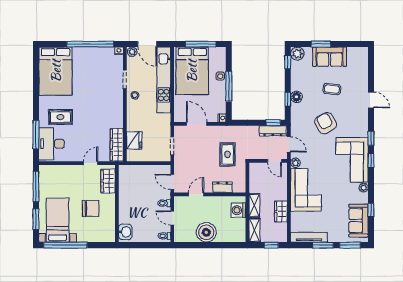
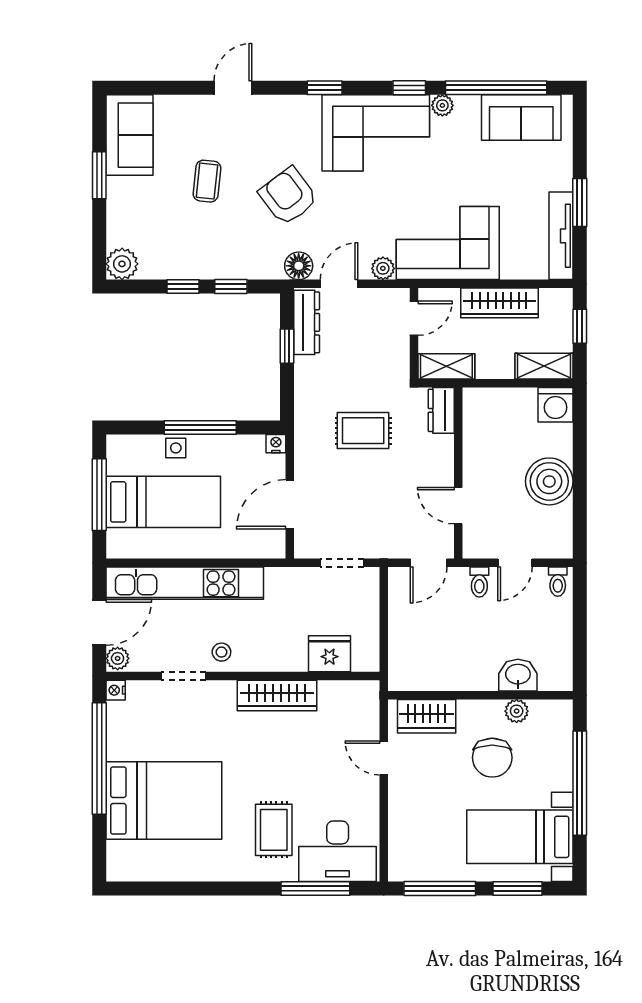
window: (321, 44) -> (99, 175), moved
sofa: (330, 57) -> (130, 135), moved
window: (288, 62) -> (183, 287), moved
bed: (56, 71) -> (164, 801), moved
bed: (192, 71) -> (163, 502), width x0.67
floor lamp: (296, 97) -> (299, 266), moved
window: (273, 123) -> (287, 346), moved
armchair: (326, 123) -> (288, 196), turned 82
wardrobe: (117, 145) -> (277, 695), moved
window: (371, 160) -> (409, 88), moved
wall: (268, 161) -> (414, 334), moved
door: (275, 161) -> (414, 318), moved
dresser: (222, 187) -> (441, 410), moved
shelving: (254, 205) -> (446, 366), moved
chair: (91, 208) -> (492, 758), turned 180
washing machine: (238, 210) -> (556, 405), moved
window: (371, 210) -> (496, 88), width x3.17
wardrobe: (281, 212) -> (499, 303), width x1.50
plant: (110, 219) -> (517, 711), added
washbasin: (125, 232) -> (518, 675), moved
window: (65, 245) -> (580, 783), moved
window: (350, 245) -> (580, 138), removed

